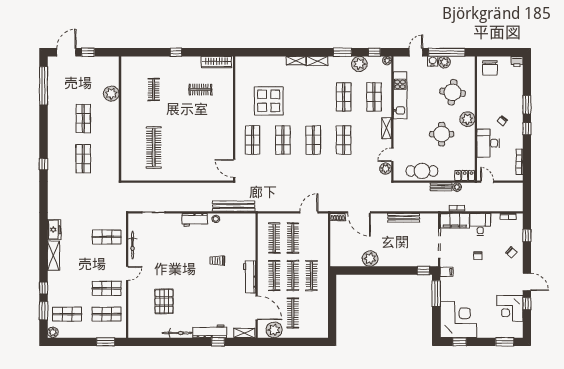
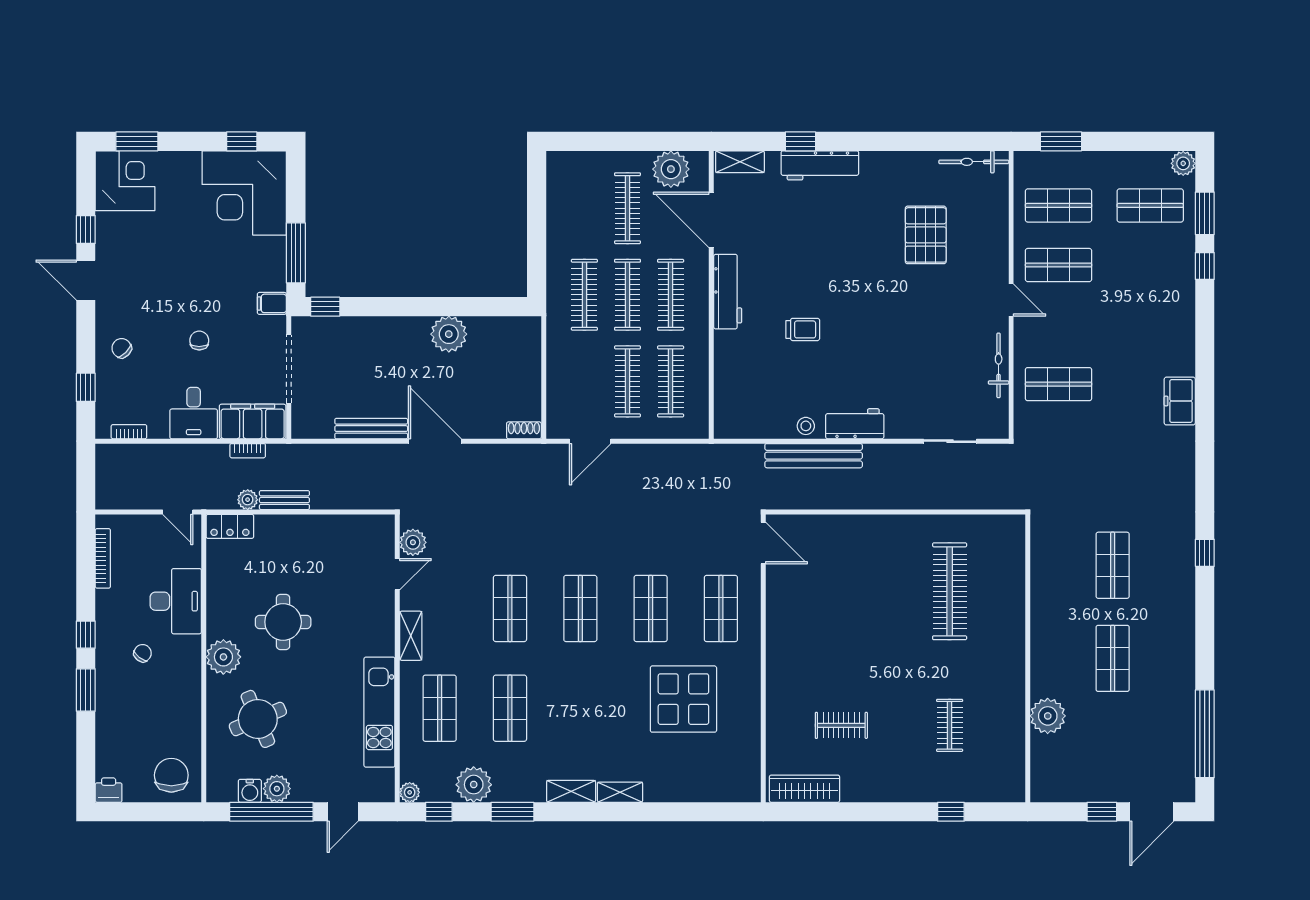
window: (176, 52) -> (951, 812), moved
water cooler: (433, 61) -> (250, 791), moved
round table: (453, 92) -> (258, 719), turned -30
cafe table: (422, 171) -> (329, 537), removed
bench: (234, 206) -> (814, 456), moved
door: (359, 212) -> (435, 441), moved
shelving: (53, 256) -> (1182, 341), removed
door: (127, 273) -> (1011, 300), swing flipped
corner desk: (510, 308) -> (125, 181), moved
bicycle: (177, 333) -> (974, 162), moved

